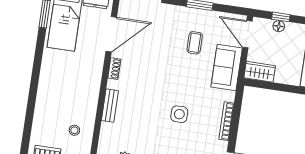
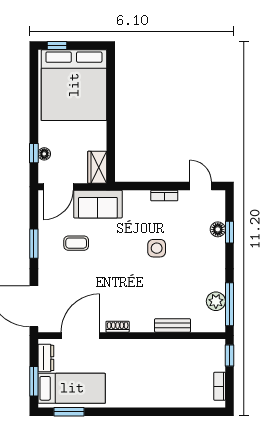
door: (111, 34) -> (80, 336), hinge flipped
bench: (110, 106) -> (173, 325), moved
bookcase: (226, 121) -> (164, 196), width x0.64
stool: (74, 130) -> (191, 360), removed

